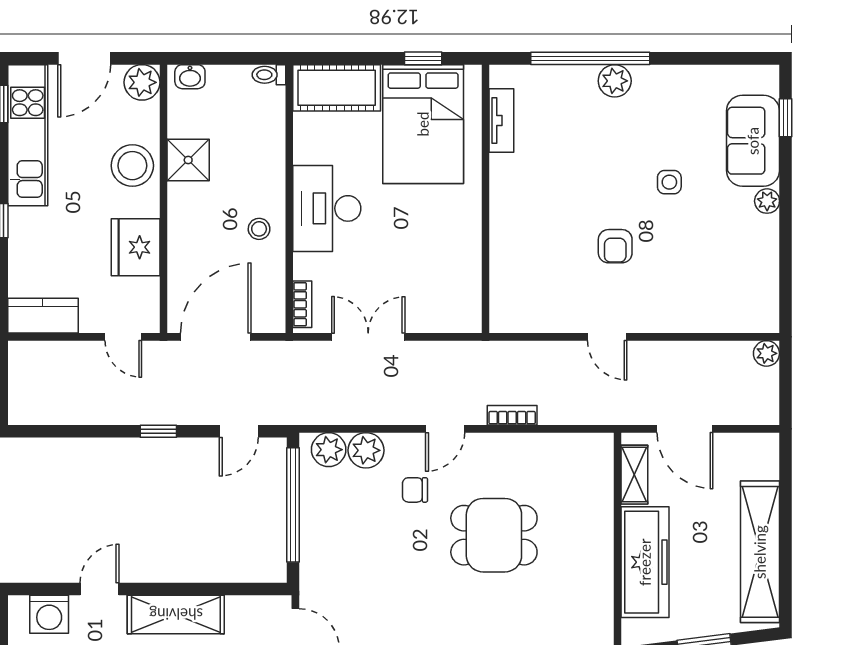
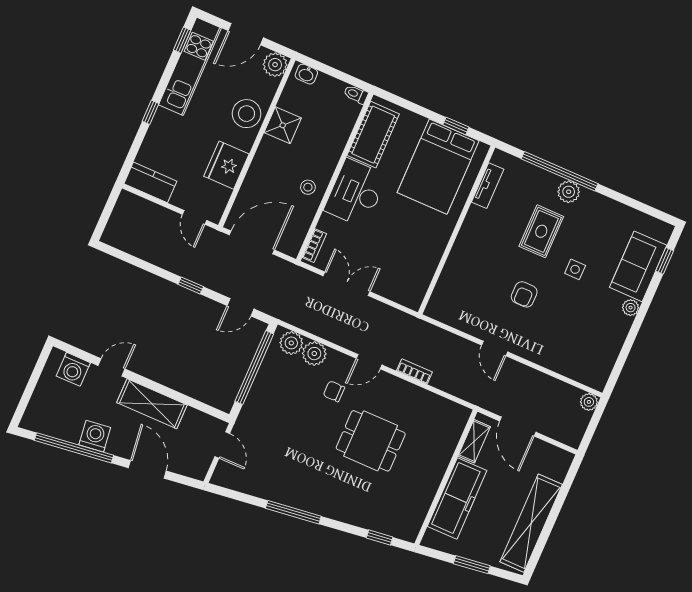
cot: (337, 88) -> (373, 135), moved, turned 90
rug: (601, 151) -> (541, 231), added

